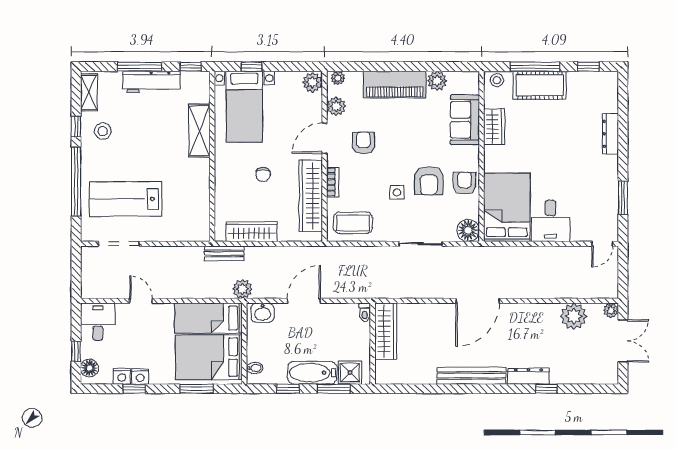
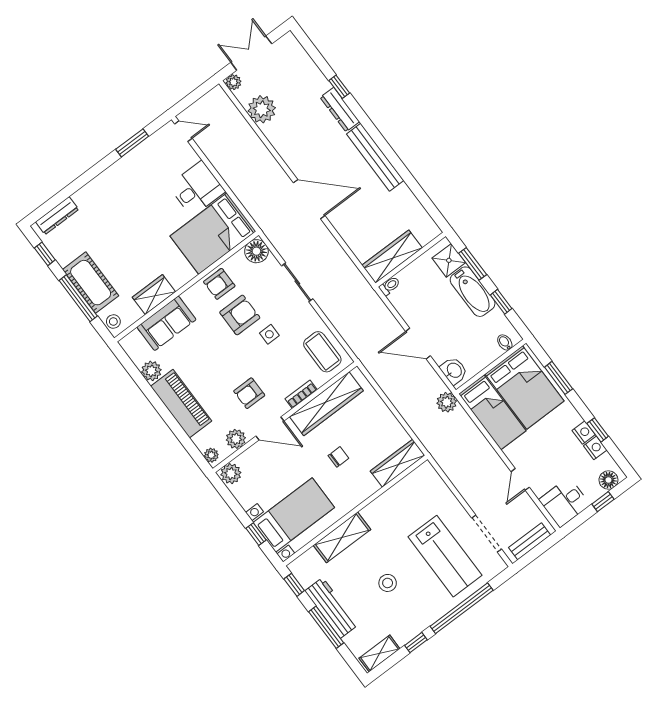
stool: (103, 131) -> (388, 583), moved
dresser: (610, 134) -> (57, 216), moved
wardrobe: (252, 232) -> (398, 463), moved, turned 90
bench: (224, 253) -> (530, 541), moved, turned 90

